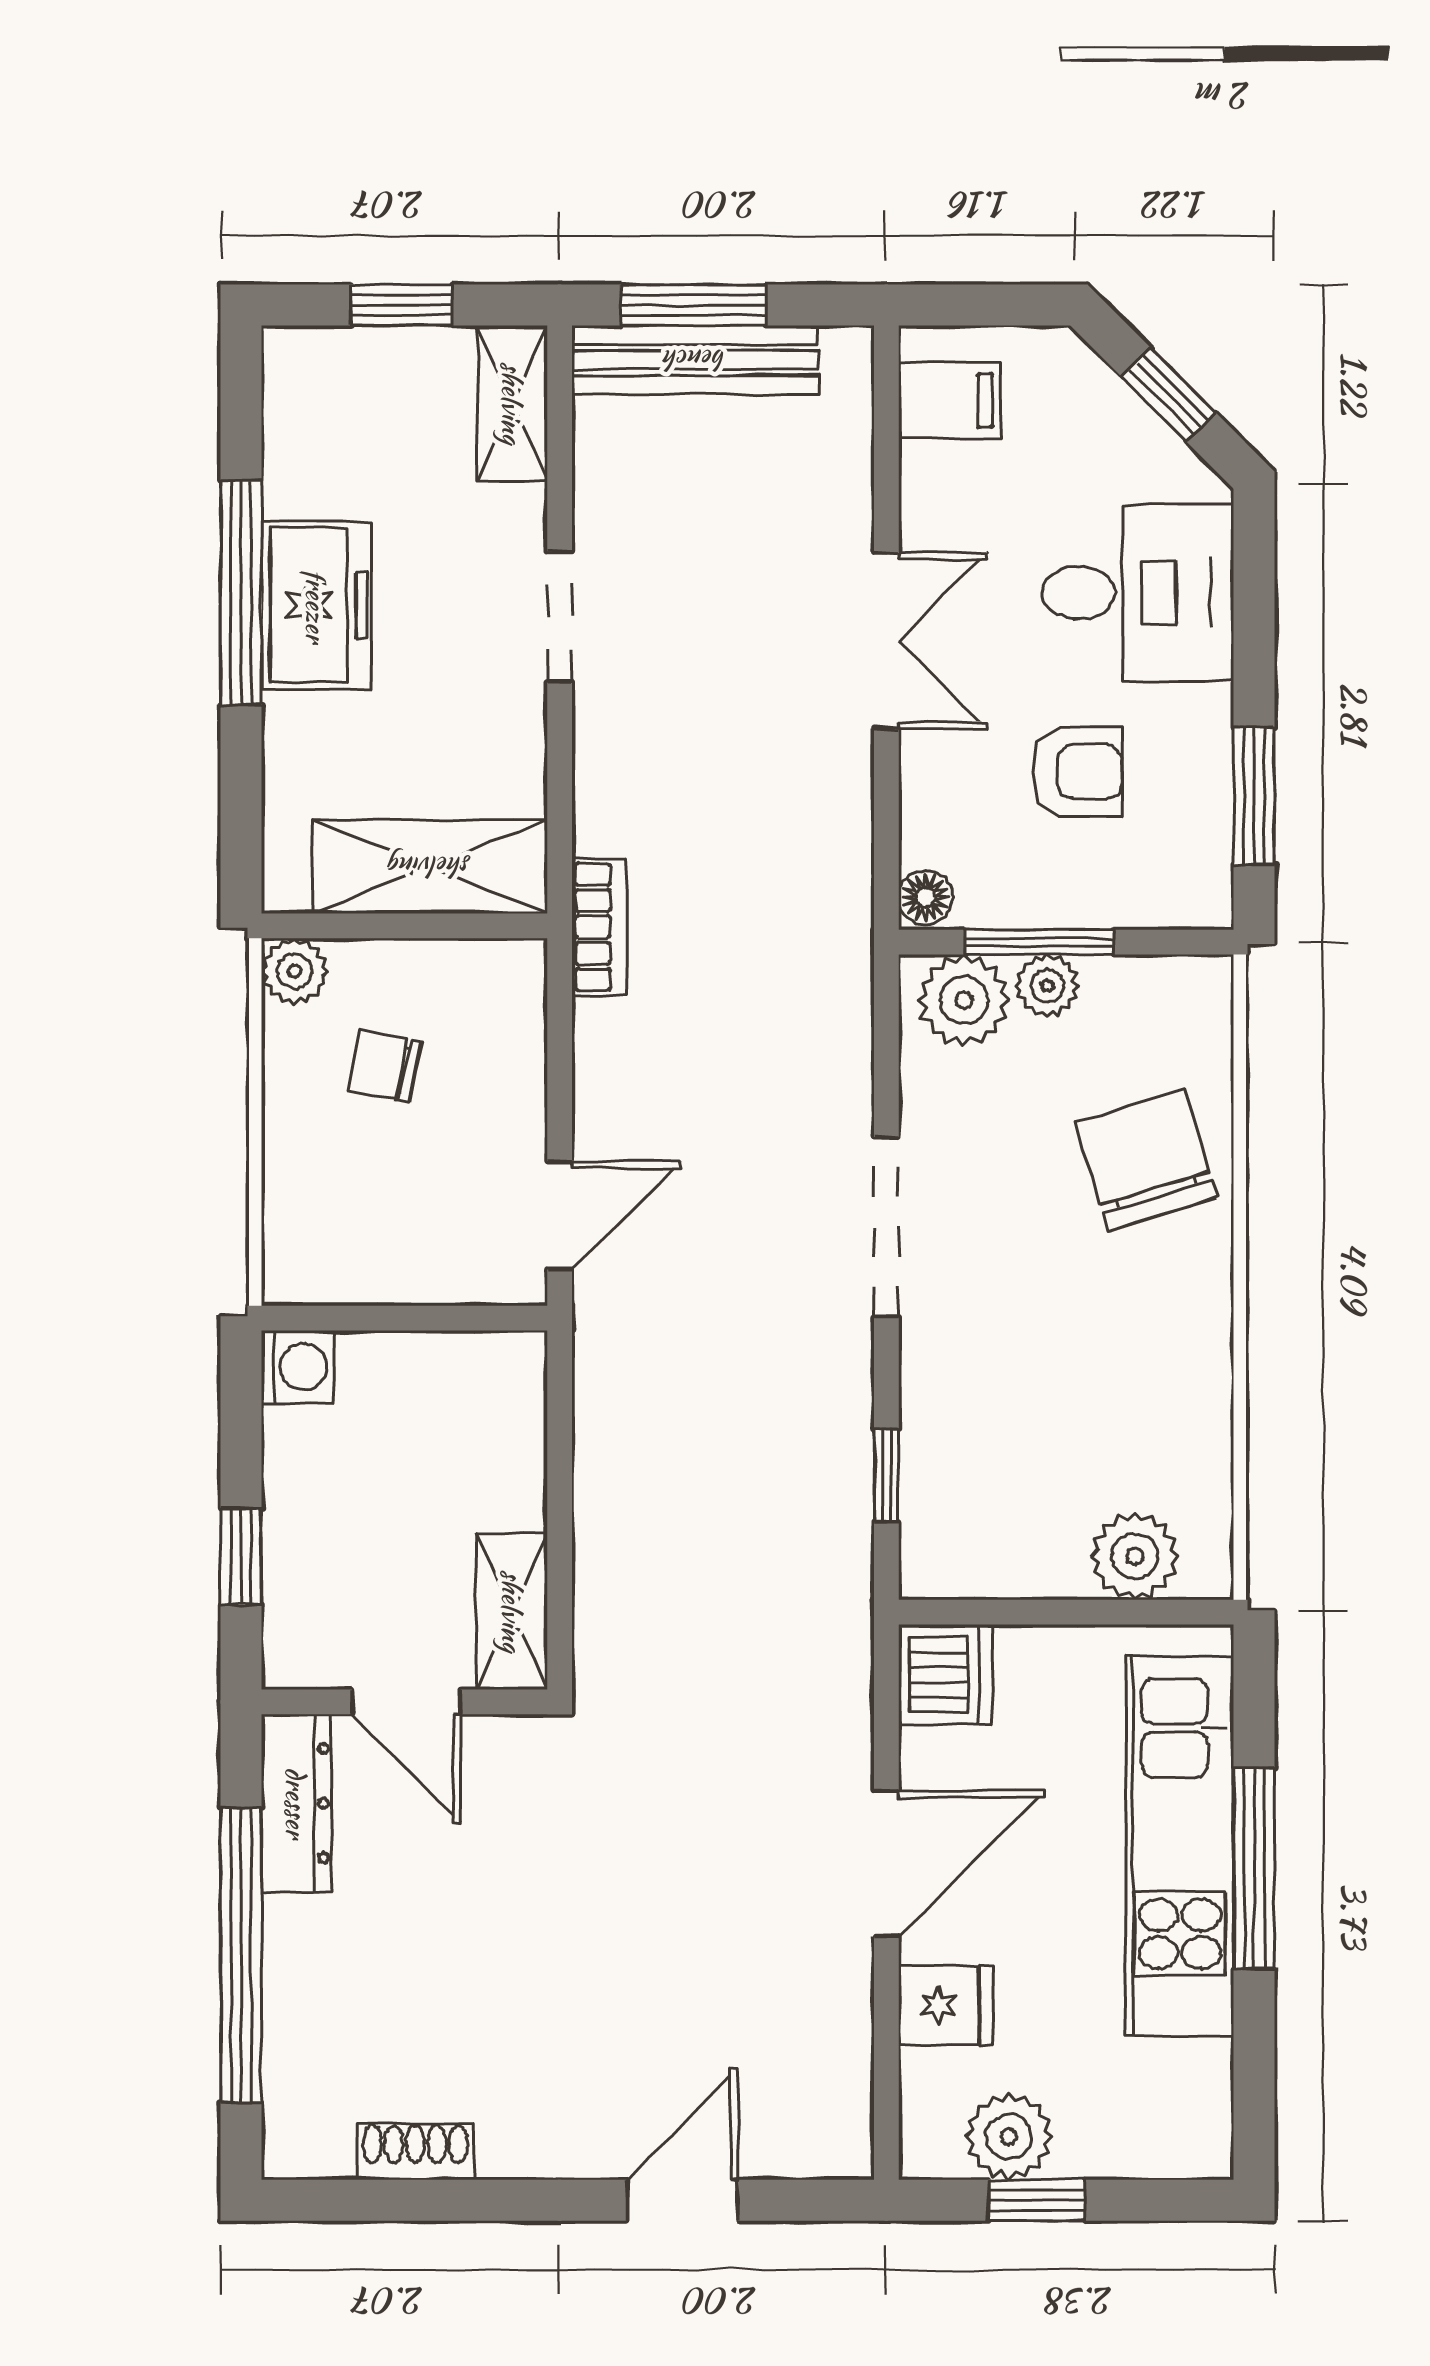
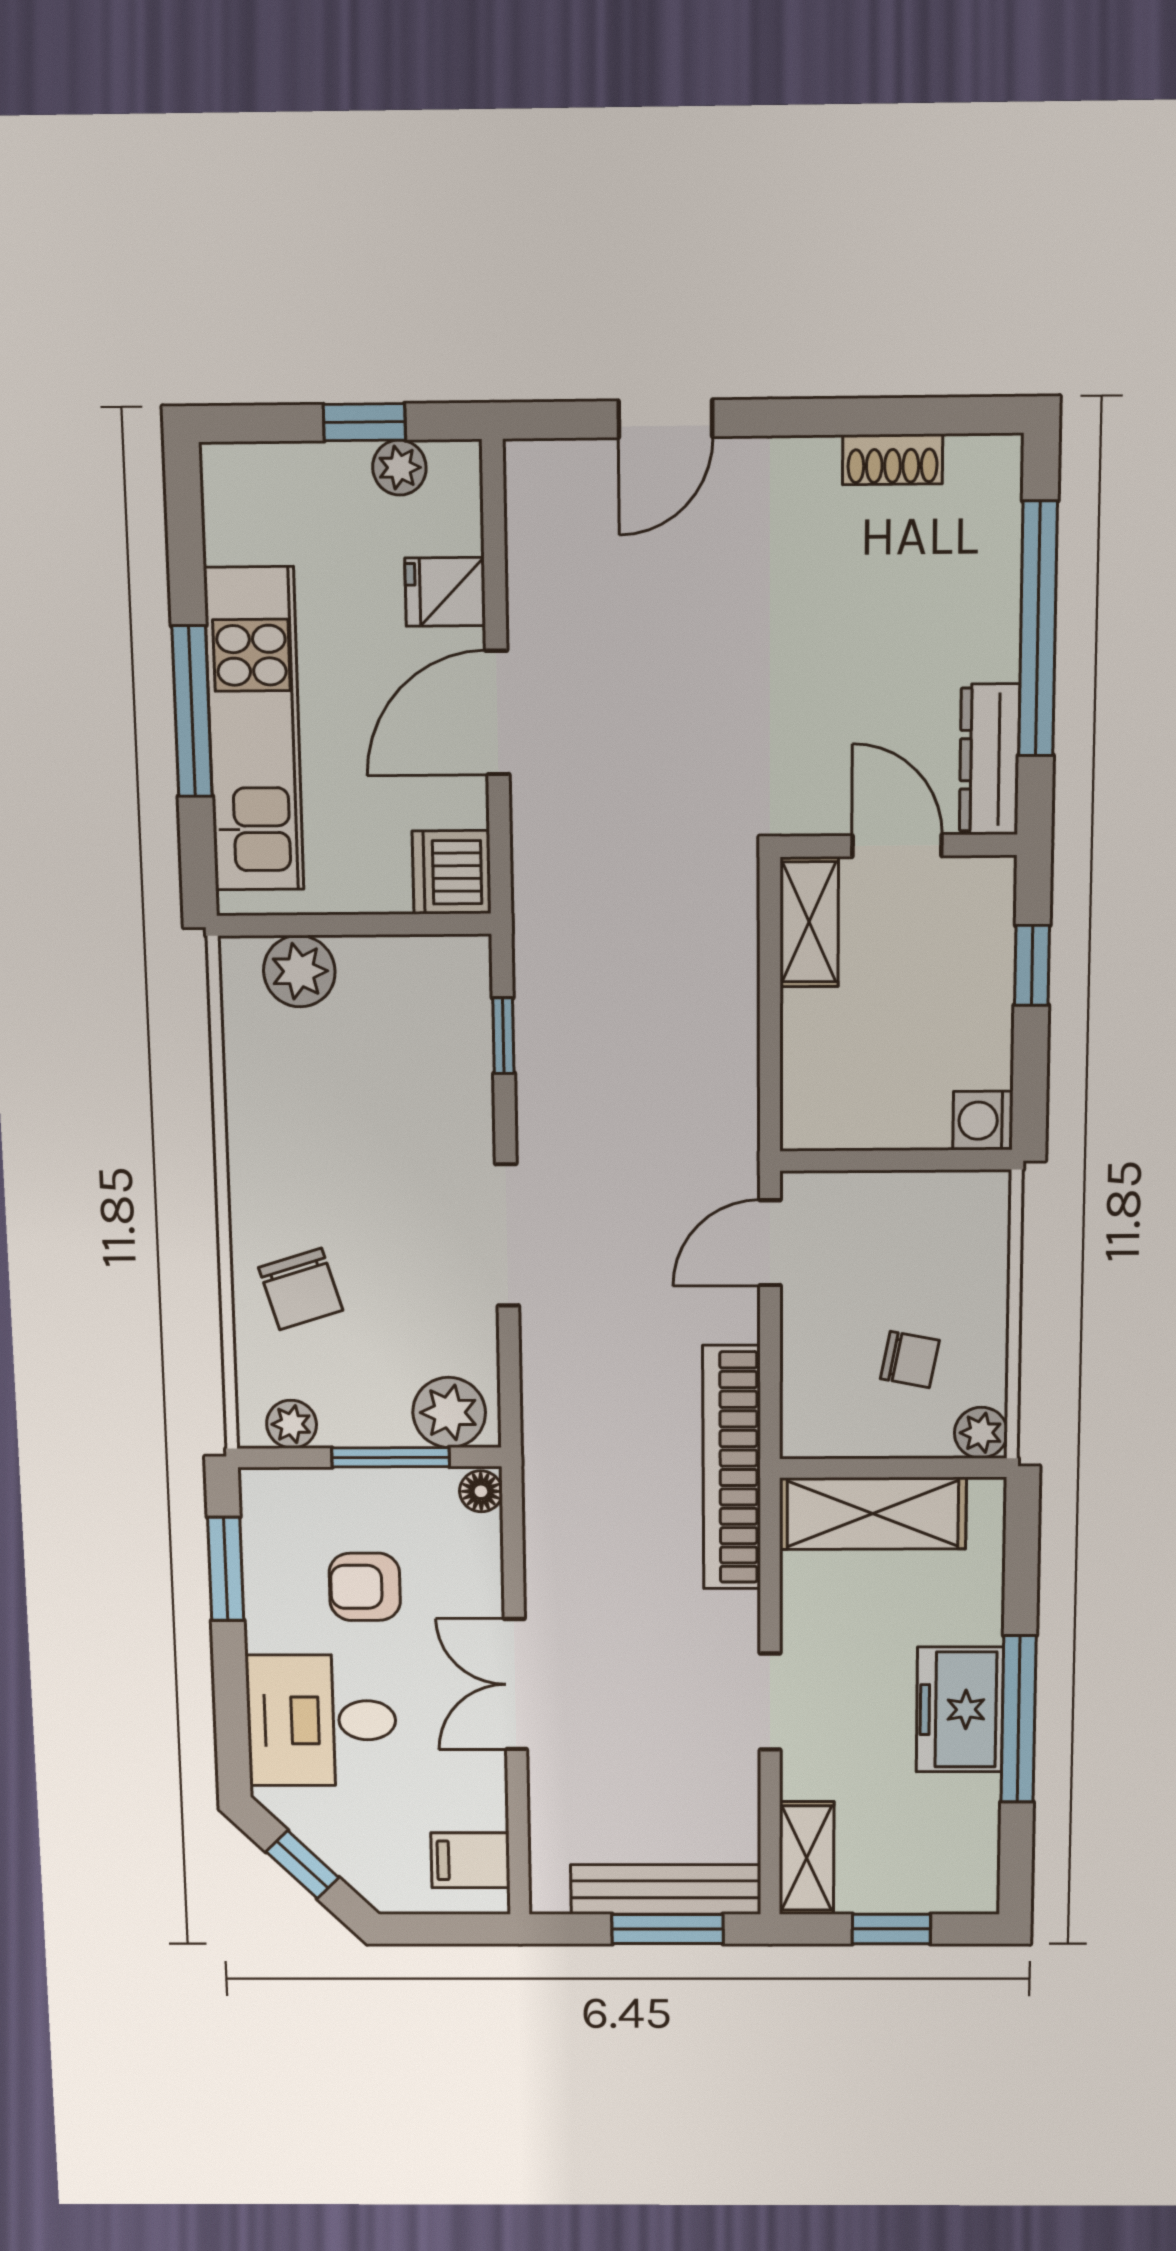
bookcase: (599, 927) -> (732, 1468), width x2.31, depth x1.31
plant: (1047, 986) -> (292, 1424), moved
chair: (1146, 1160) -> (301, 1289), width x0.73, depth x0.73
plant: (1009, 2137) -> (399, 468), width x0.73, depth x0.73

